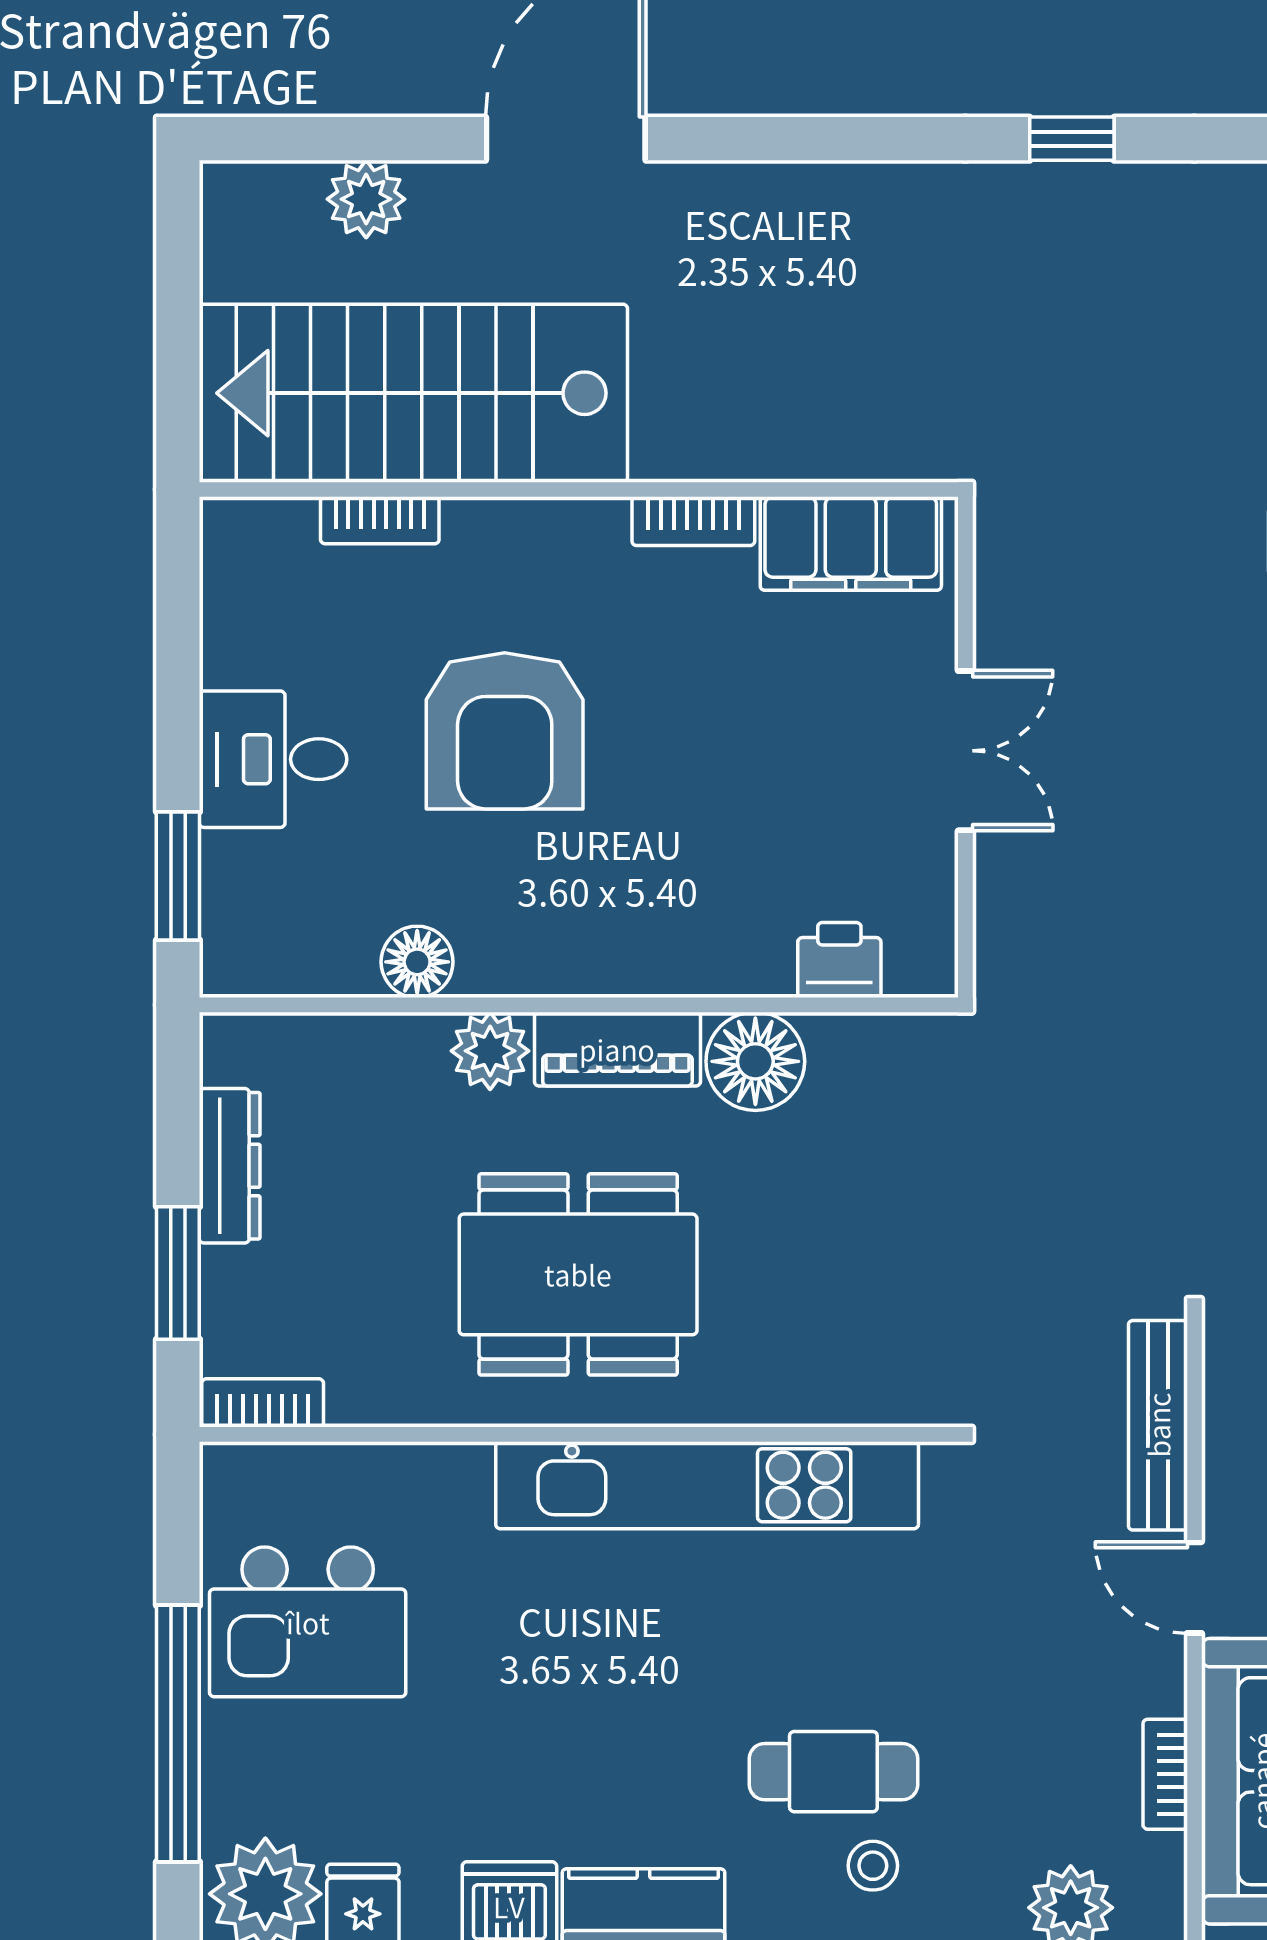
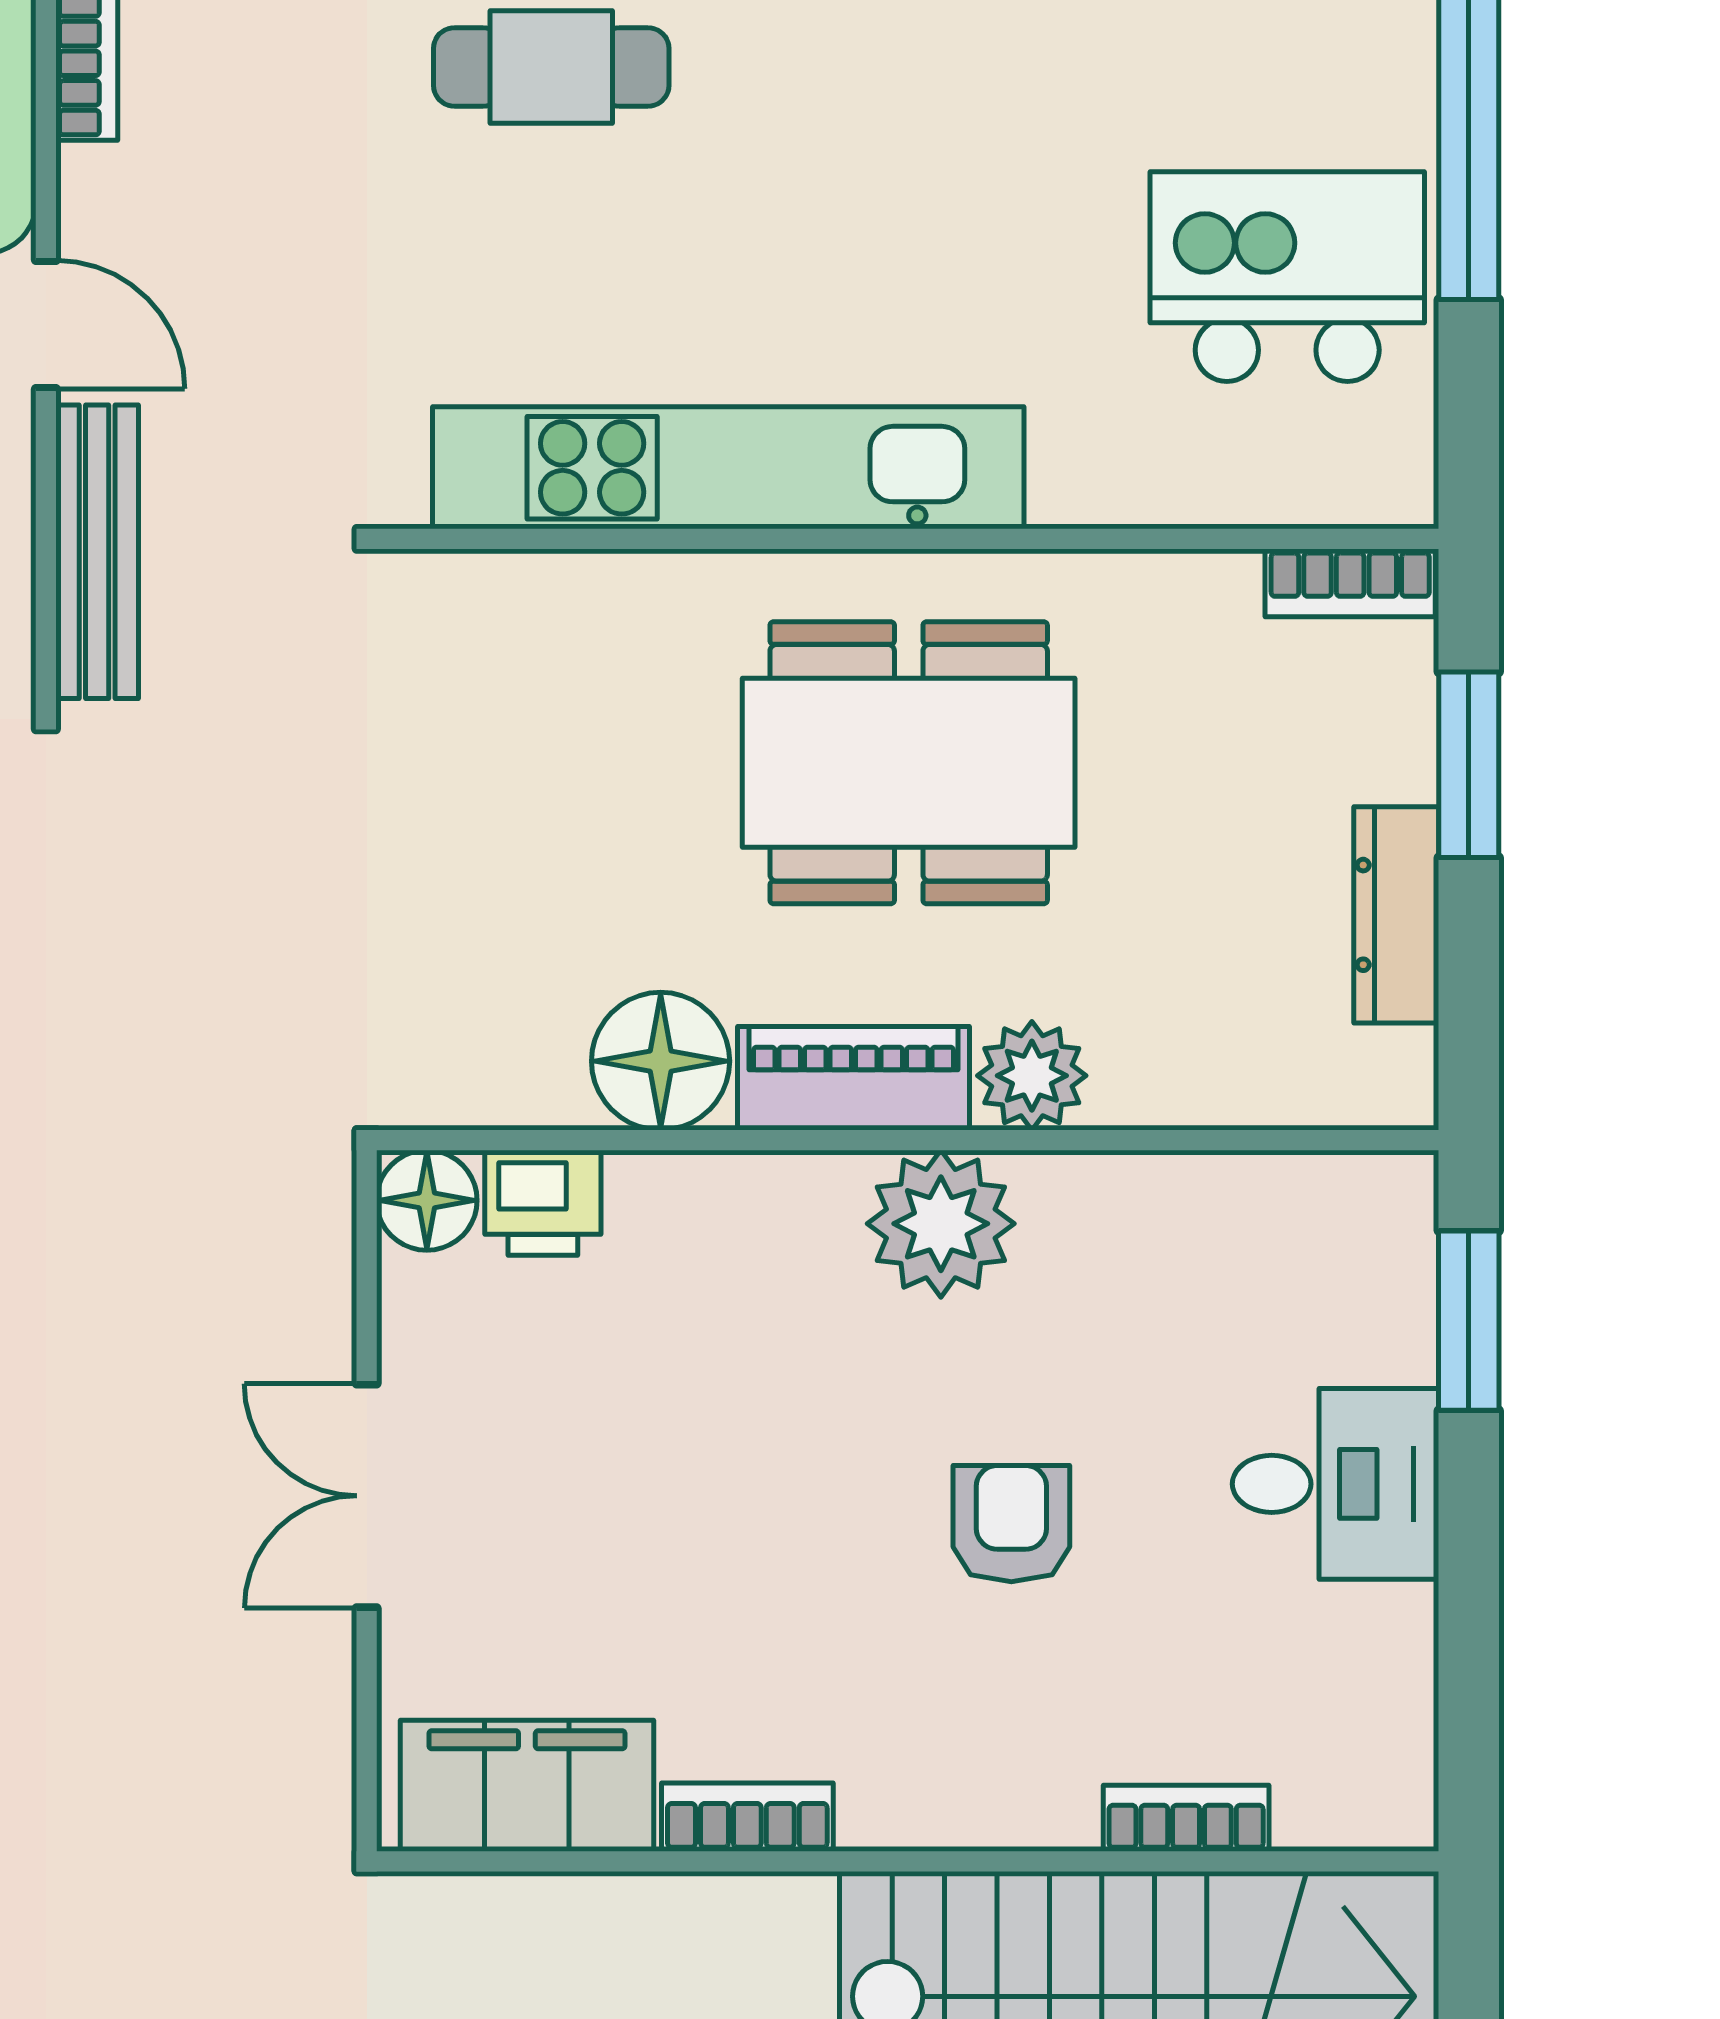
armchair: (505, 731) -> (1011, 1524), width x0.53, depth x0.53
plant: (555, 945) -> (941, 1224), added
floor lamp: (417, 962) -> (427, 1200), moved

